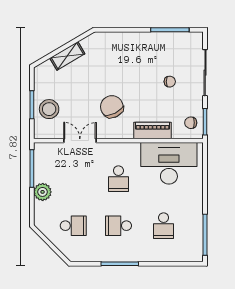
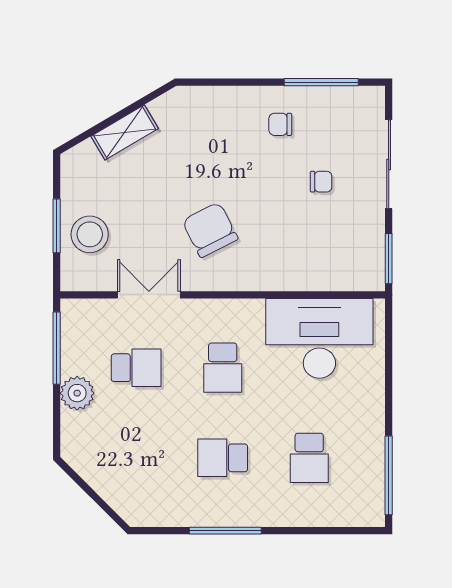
chair: (191, 123) -> (280, 124), moved
piano: (153, 130) -> (288, 275), removed
school desk: (73, 226) -> (136, 368), moved

